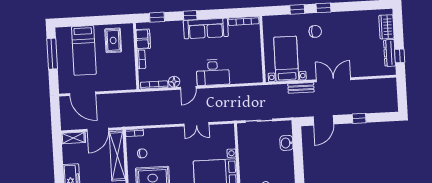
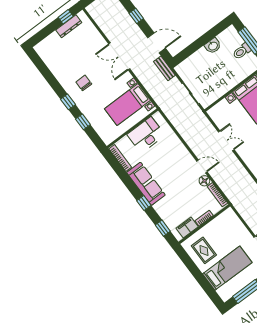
wardrobe: (386, 27) -> (50, 42), removed
chair: (315, 31) -> (84, 83), moved
rug: (113, 40) -> (204, 250), turned 90
desk: (213, 72) -> (146, 135), moved, turned -90
bench: (301, 88) -> (164, 68), moved
washbasin: (286, 143) -> (213, 46), moved

